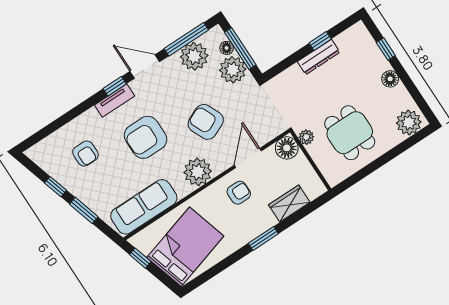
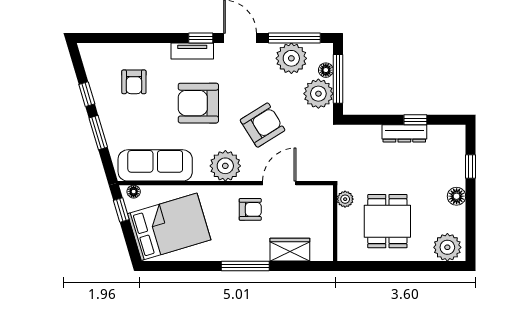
armchair: (206, 122) -> (263, 125), turned 82
floor lamp: (287, 148) -> (134, 192), moved, width x0.53, depth x0.53
window: (263, 238) -> (245, 266), width x1.44

